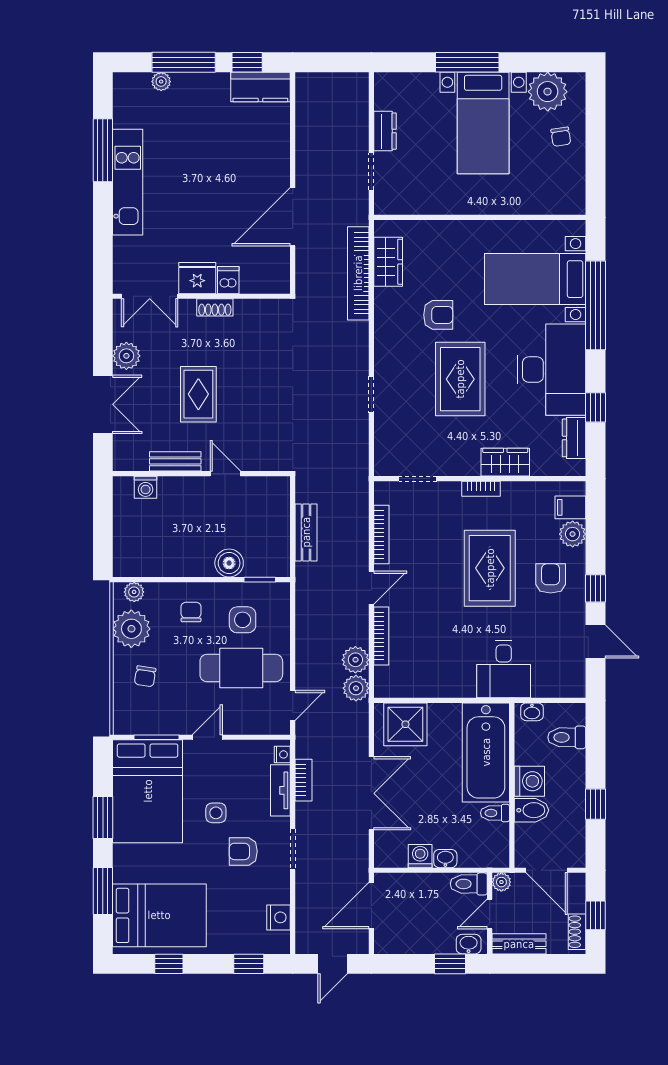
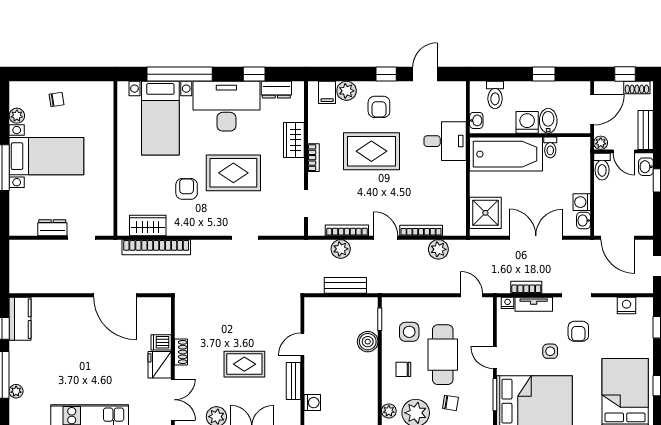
plant: (548, 92) -> (17, 116), width x0.53, depth x0.53
armchair: (551, 578) -> (379, 107), turned -90
cafe table: (241, 668) -> (443, 355), moved
plant: (356, 688) -> (341, 249), moved
washbasin: (445, 859) -> (583, 220), moved

